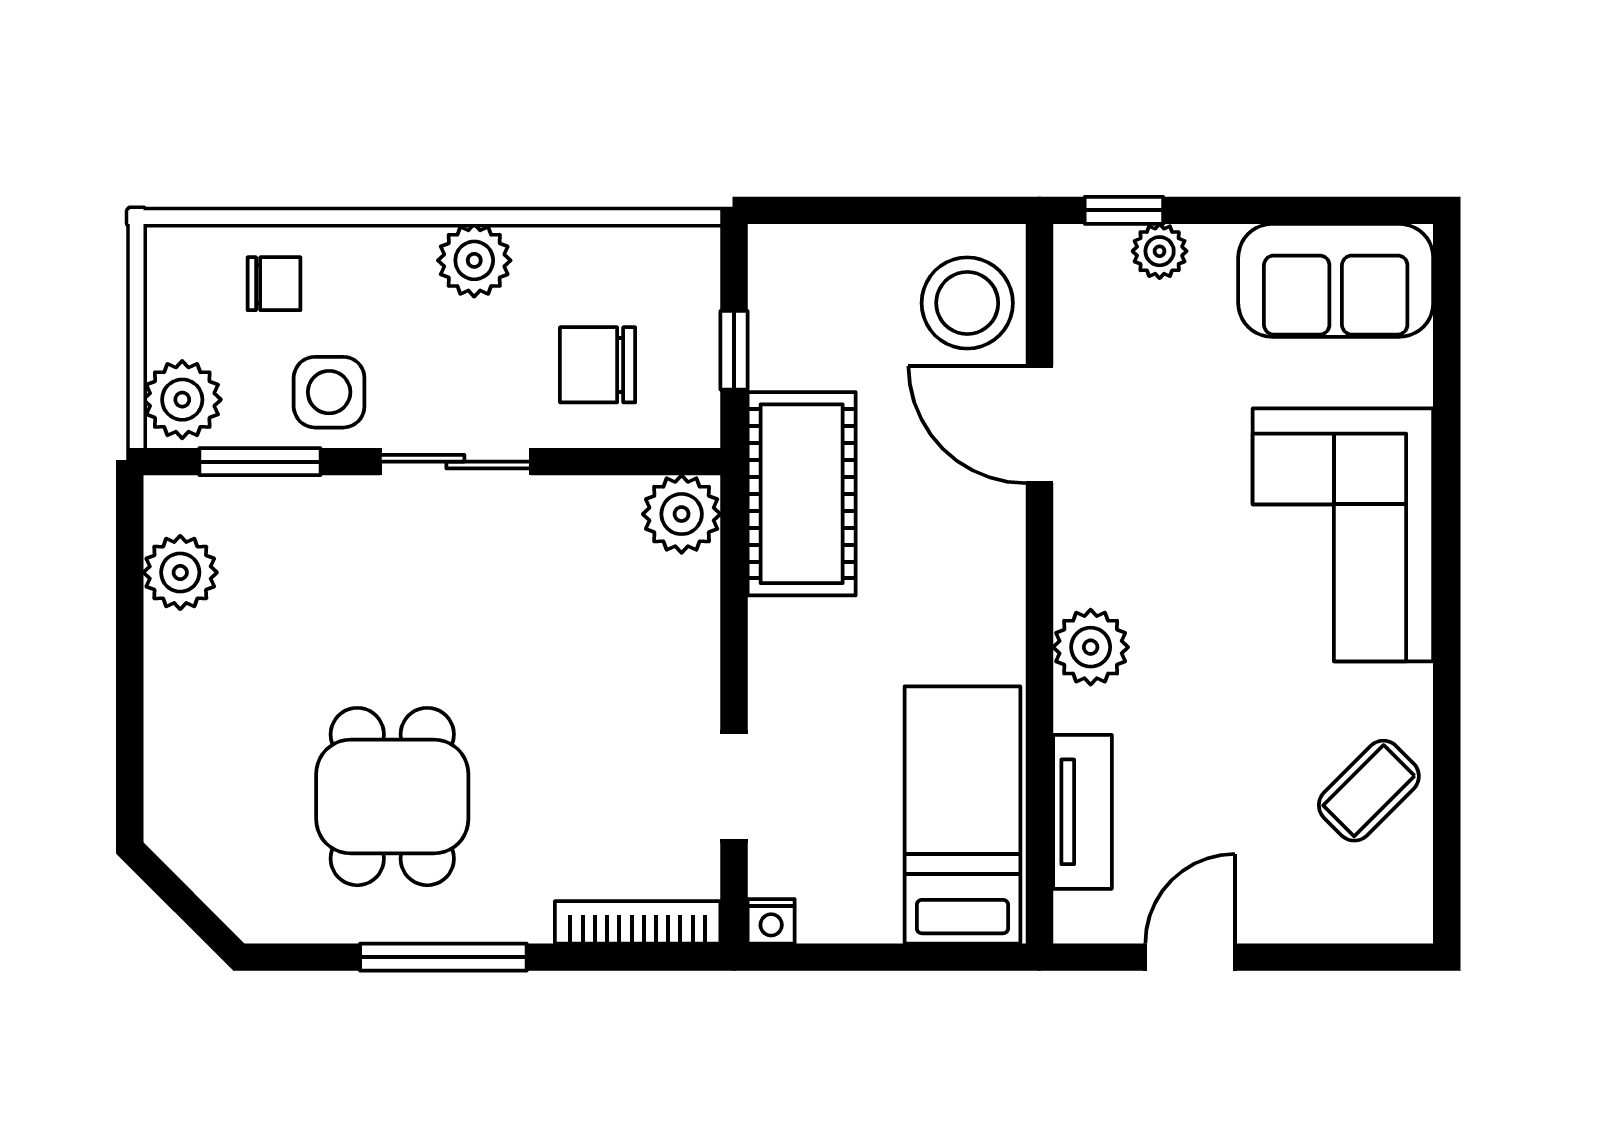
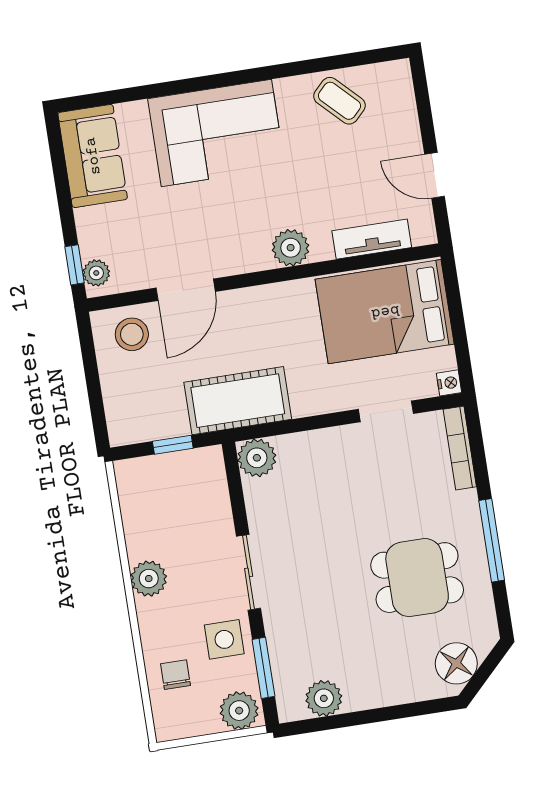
plant: (1160, 251) -> (96, 273), moved
stool: (967, 303) -> (132, 334), width x0.73, depth x0.73
chair: (598, 365) -> (190, 510), removed
bed: (962, 815) -> (385, 312), width x1.50
floor lamp: (209, 848) -> (456, 663), added

